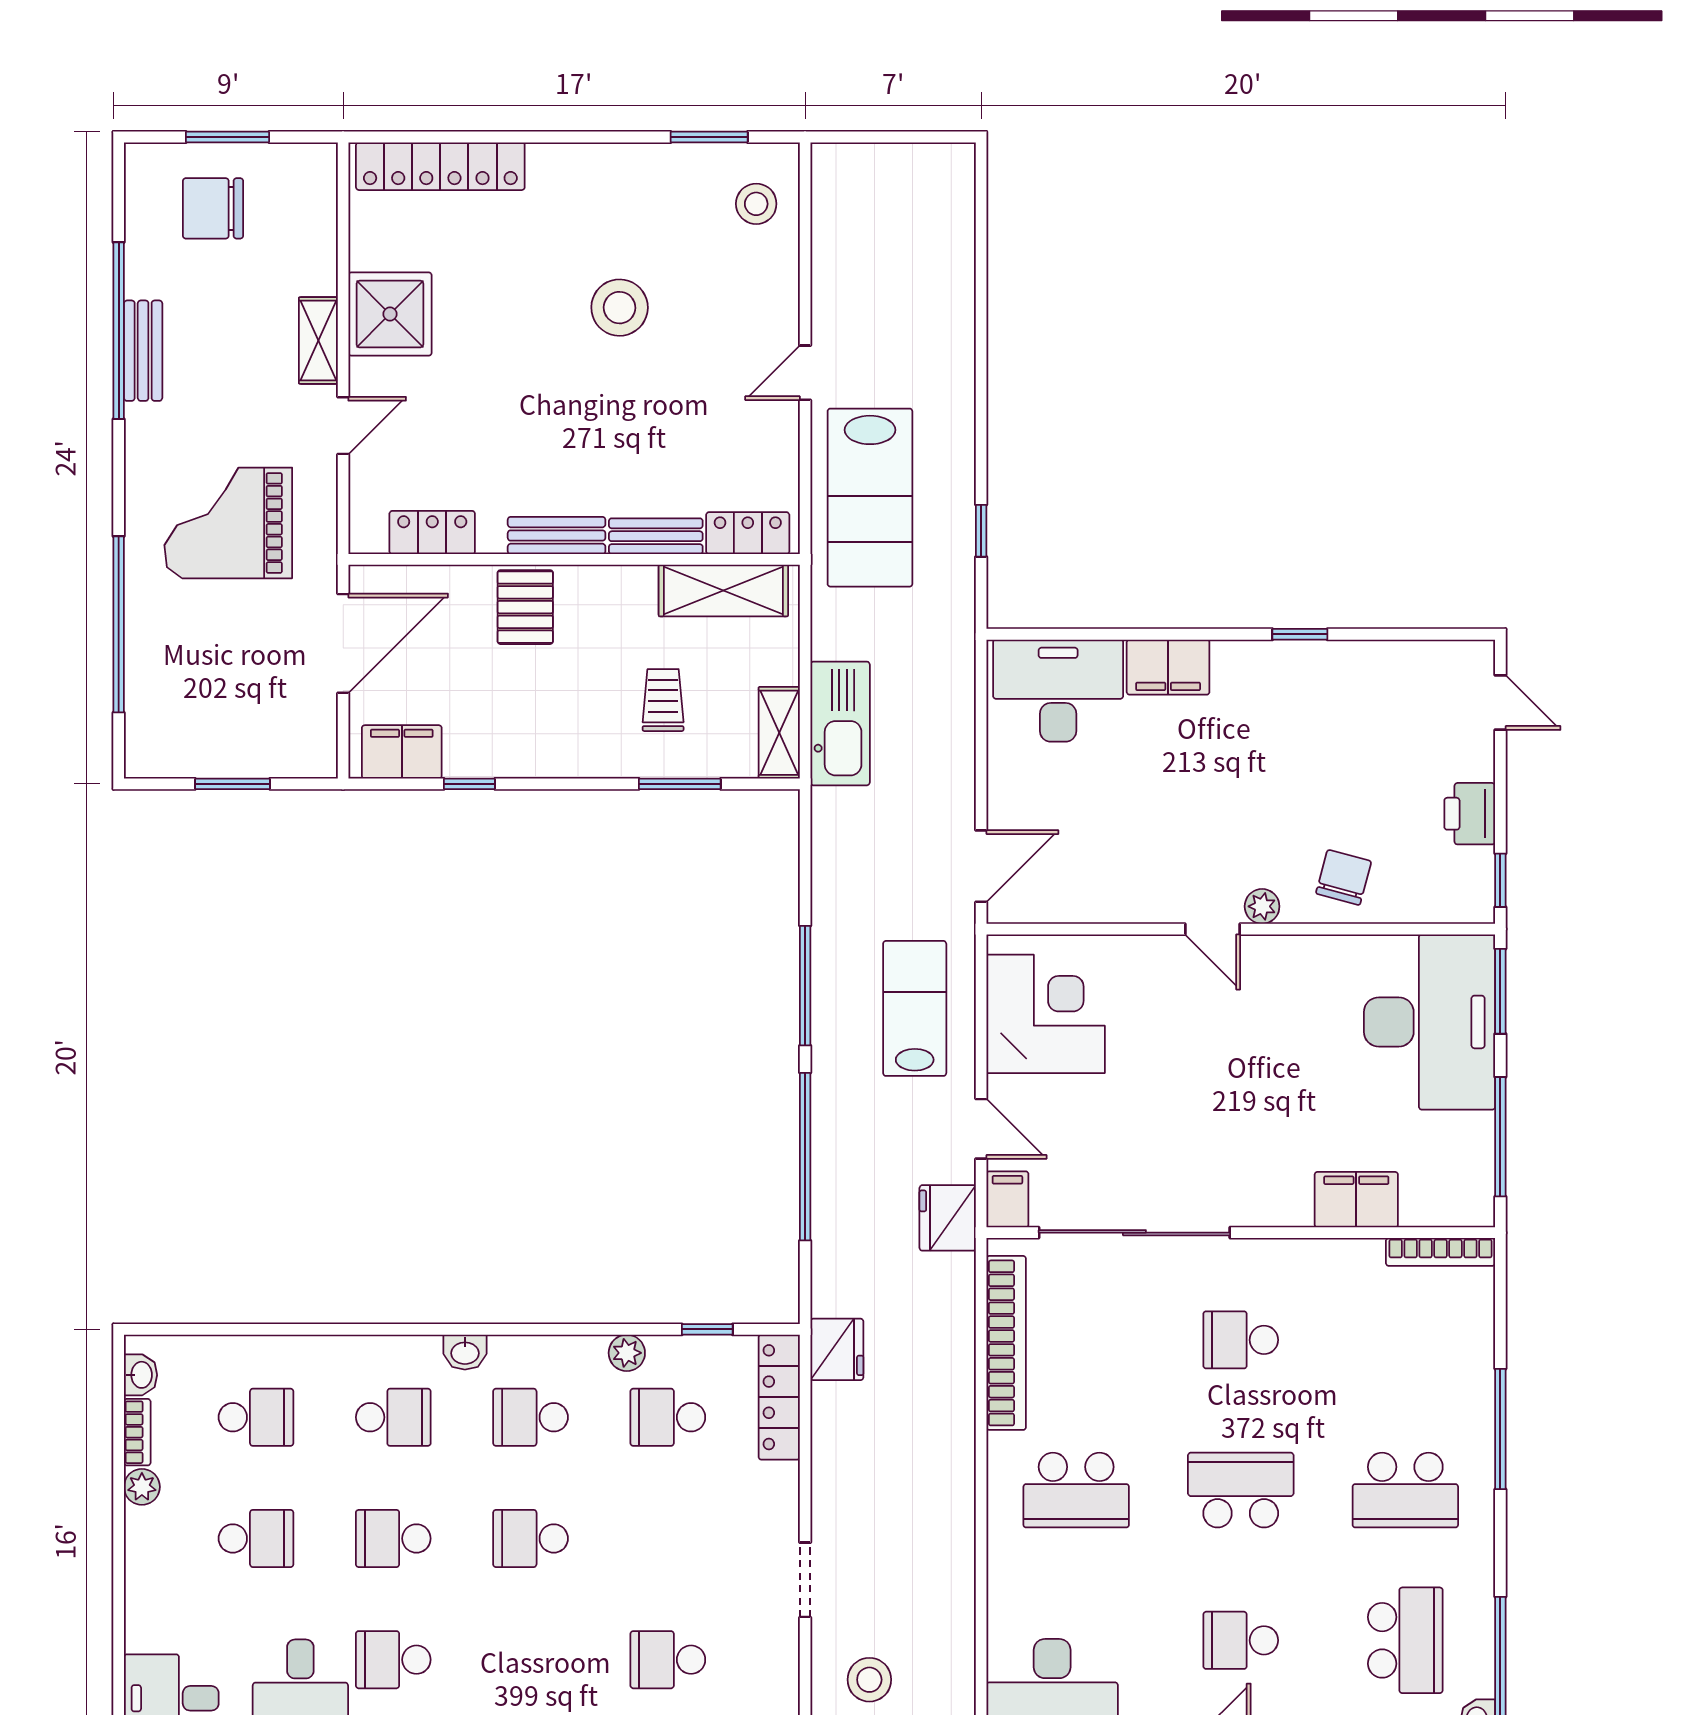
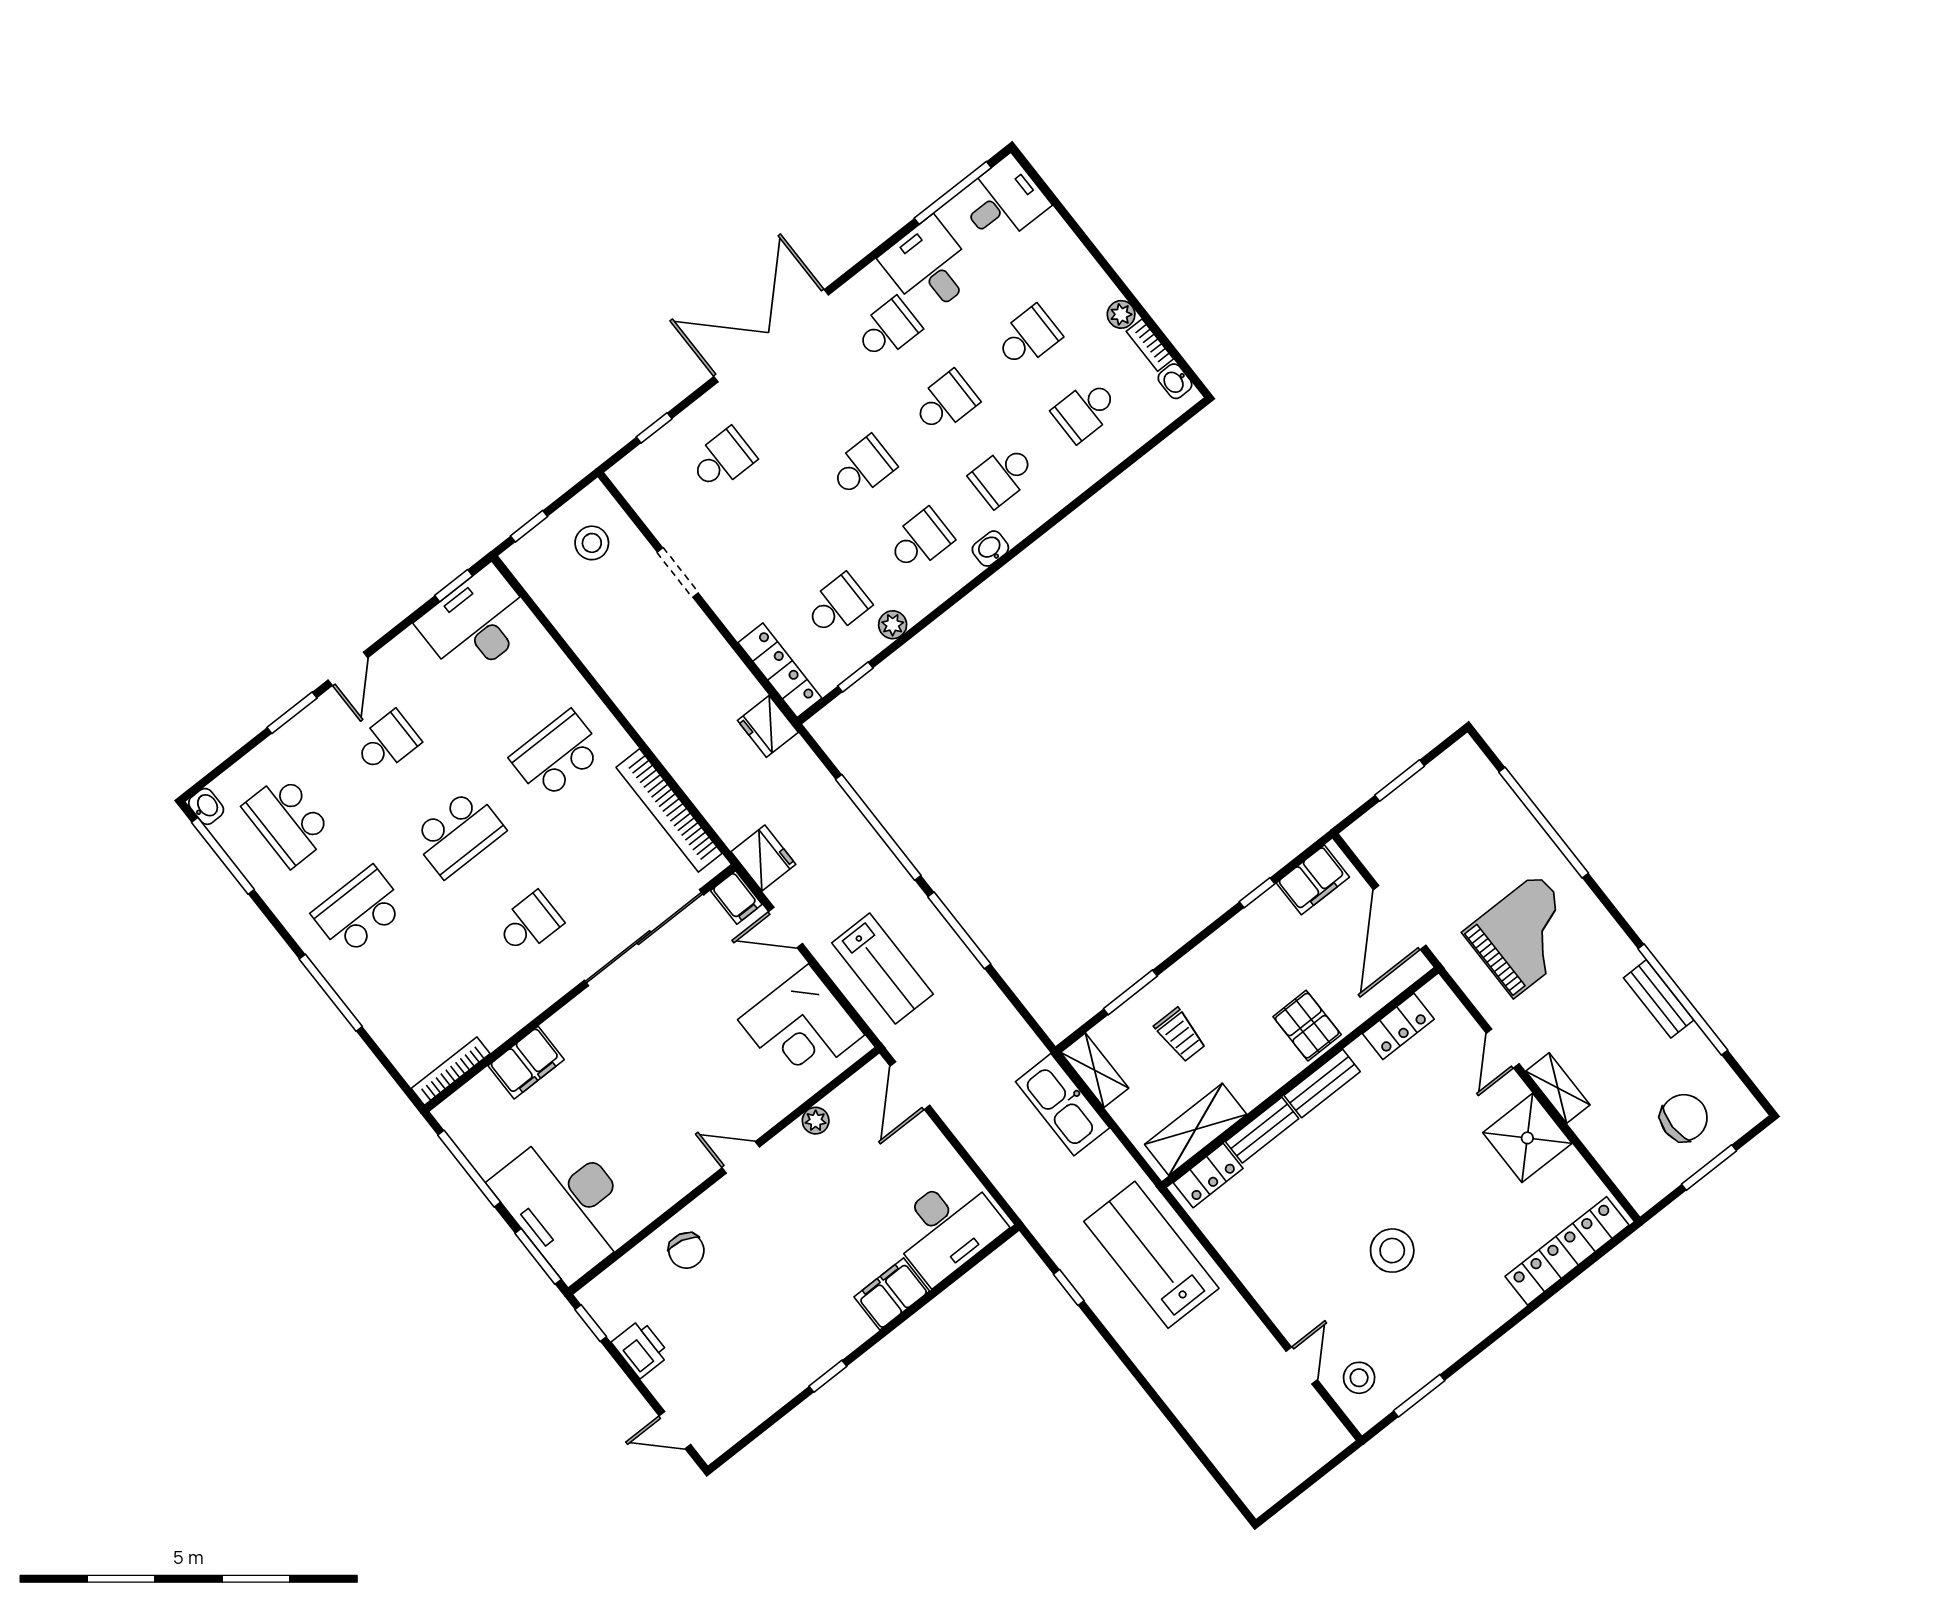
door: (805, 373) -> (1302, 1365), moved
plant: (1262, 906) -> (816, 1121), moved
school desk: (256, 1538) -> (1028, 337), turned 180

